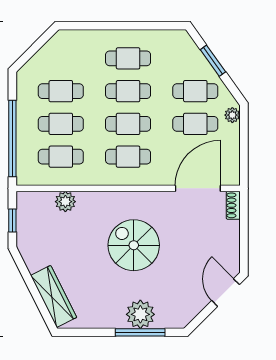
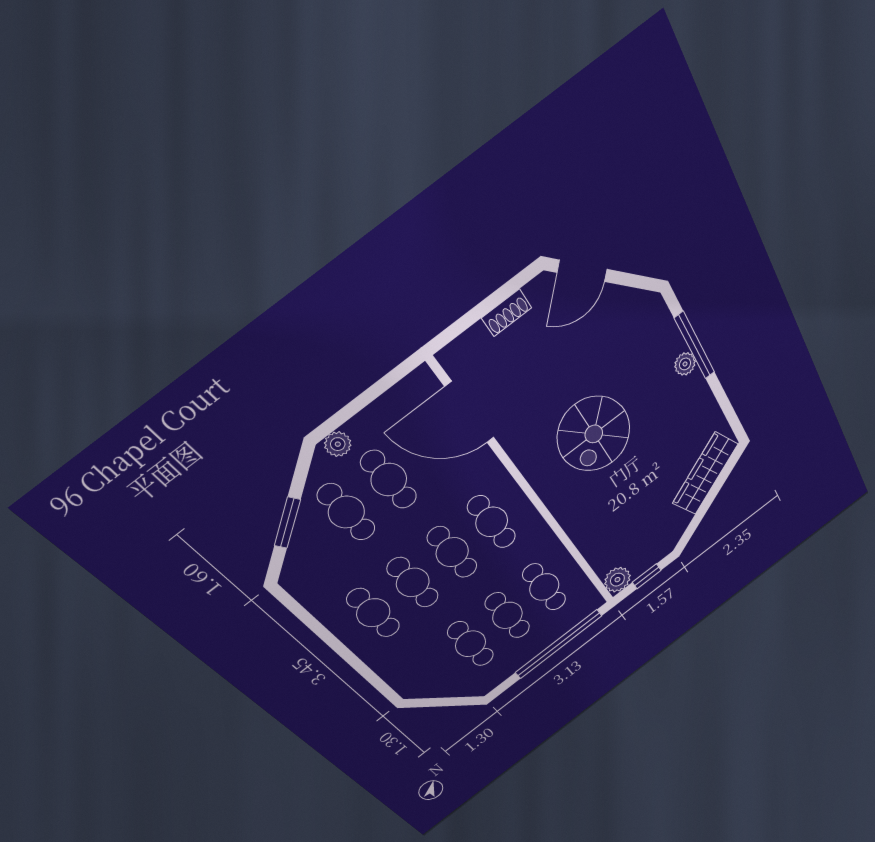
plant: (65, 202) -> (617, 580), moved
shoe rack: (233, 205) -> (507, 313), moved
plant: (140, 314) -> (685, 364), width x0.53, depth x0.53

